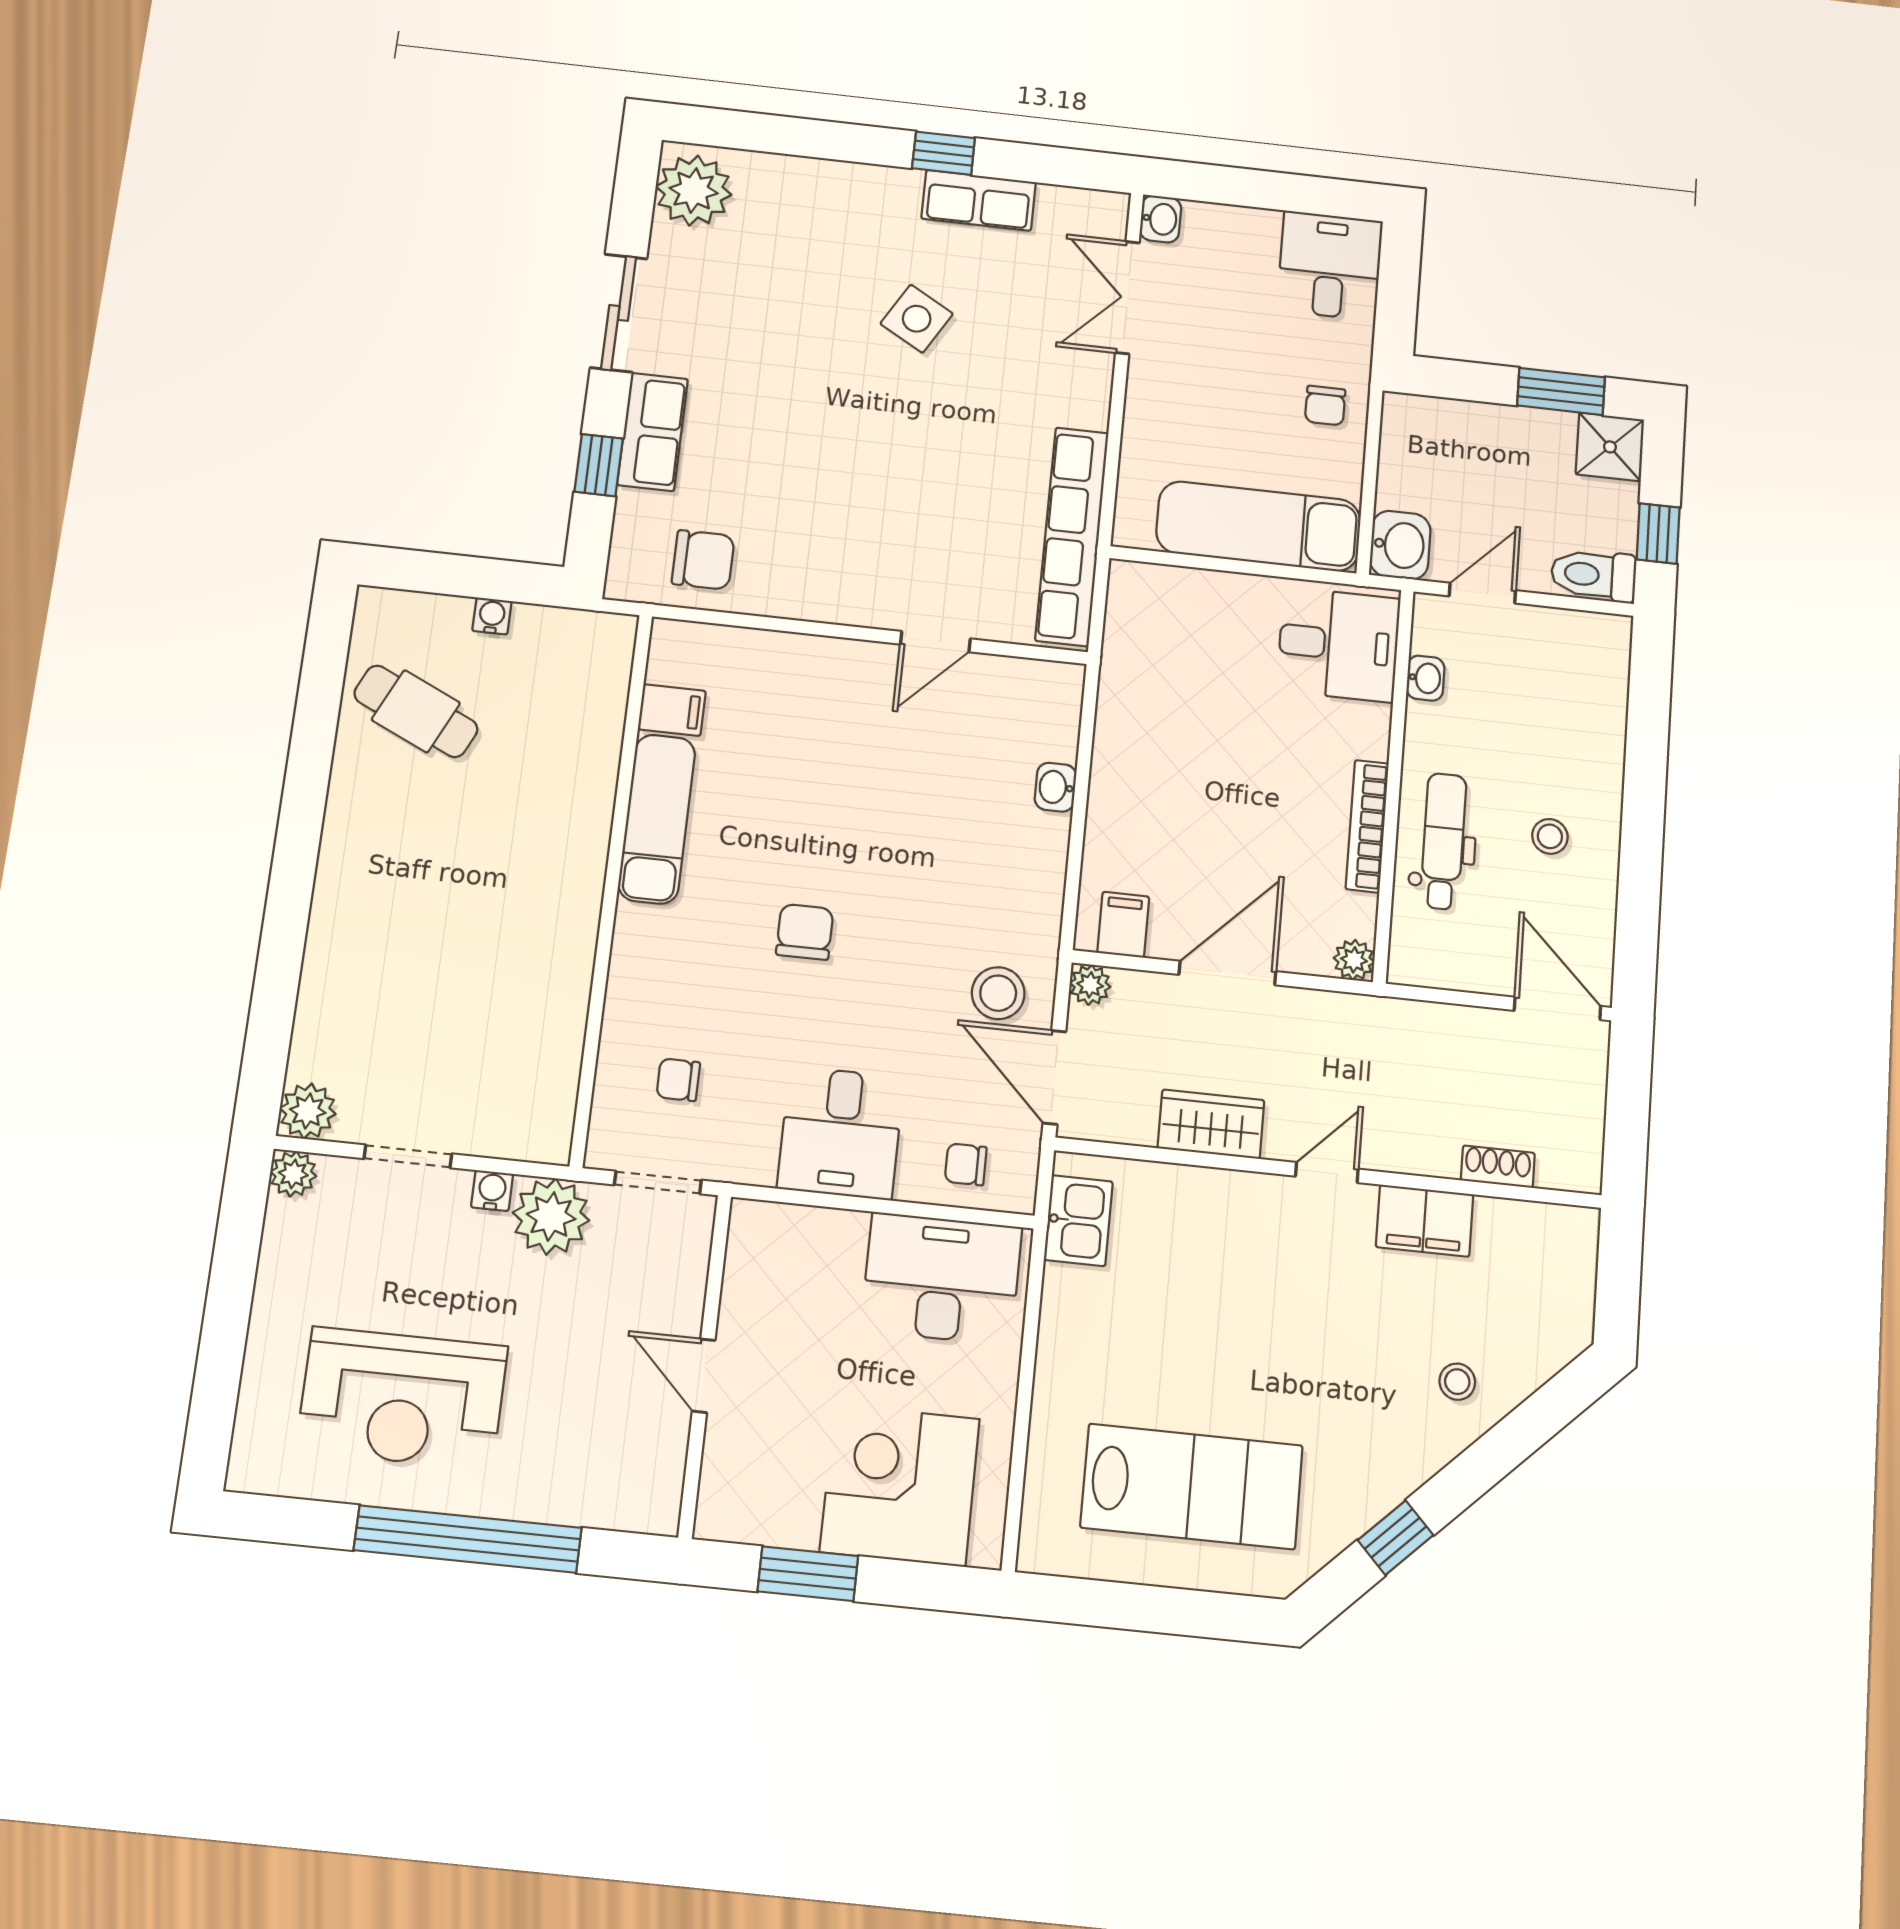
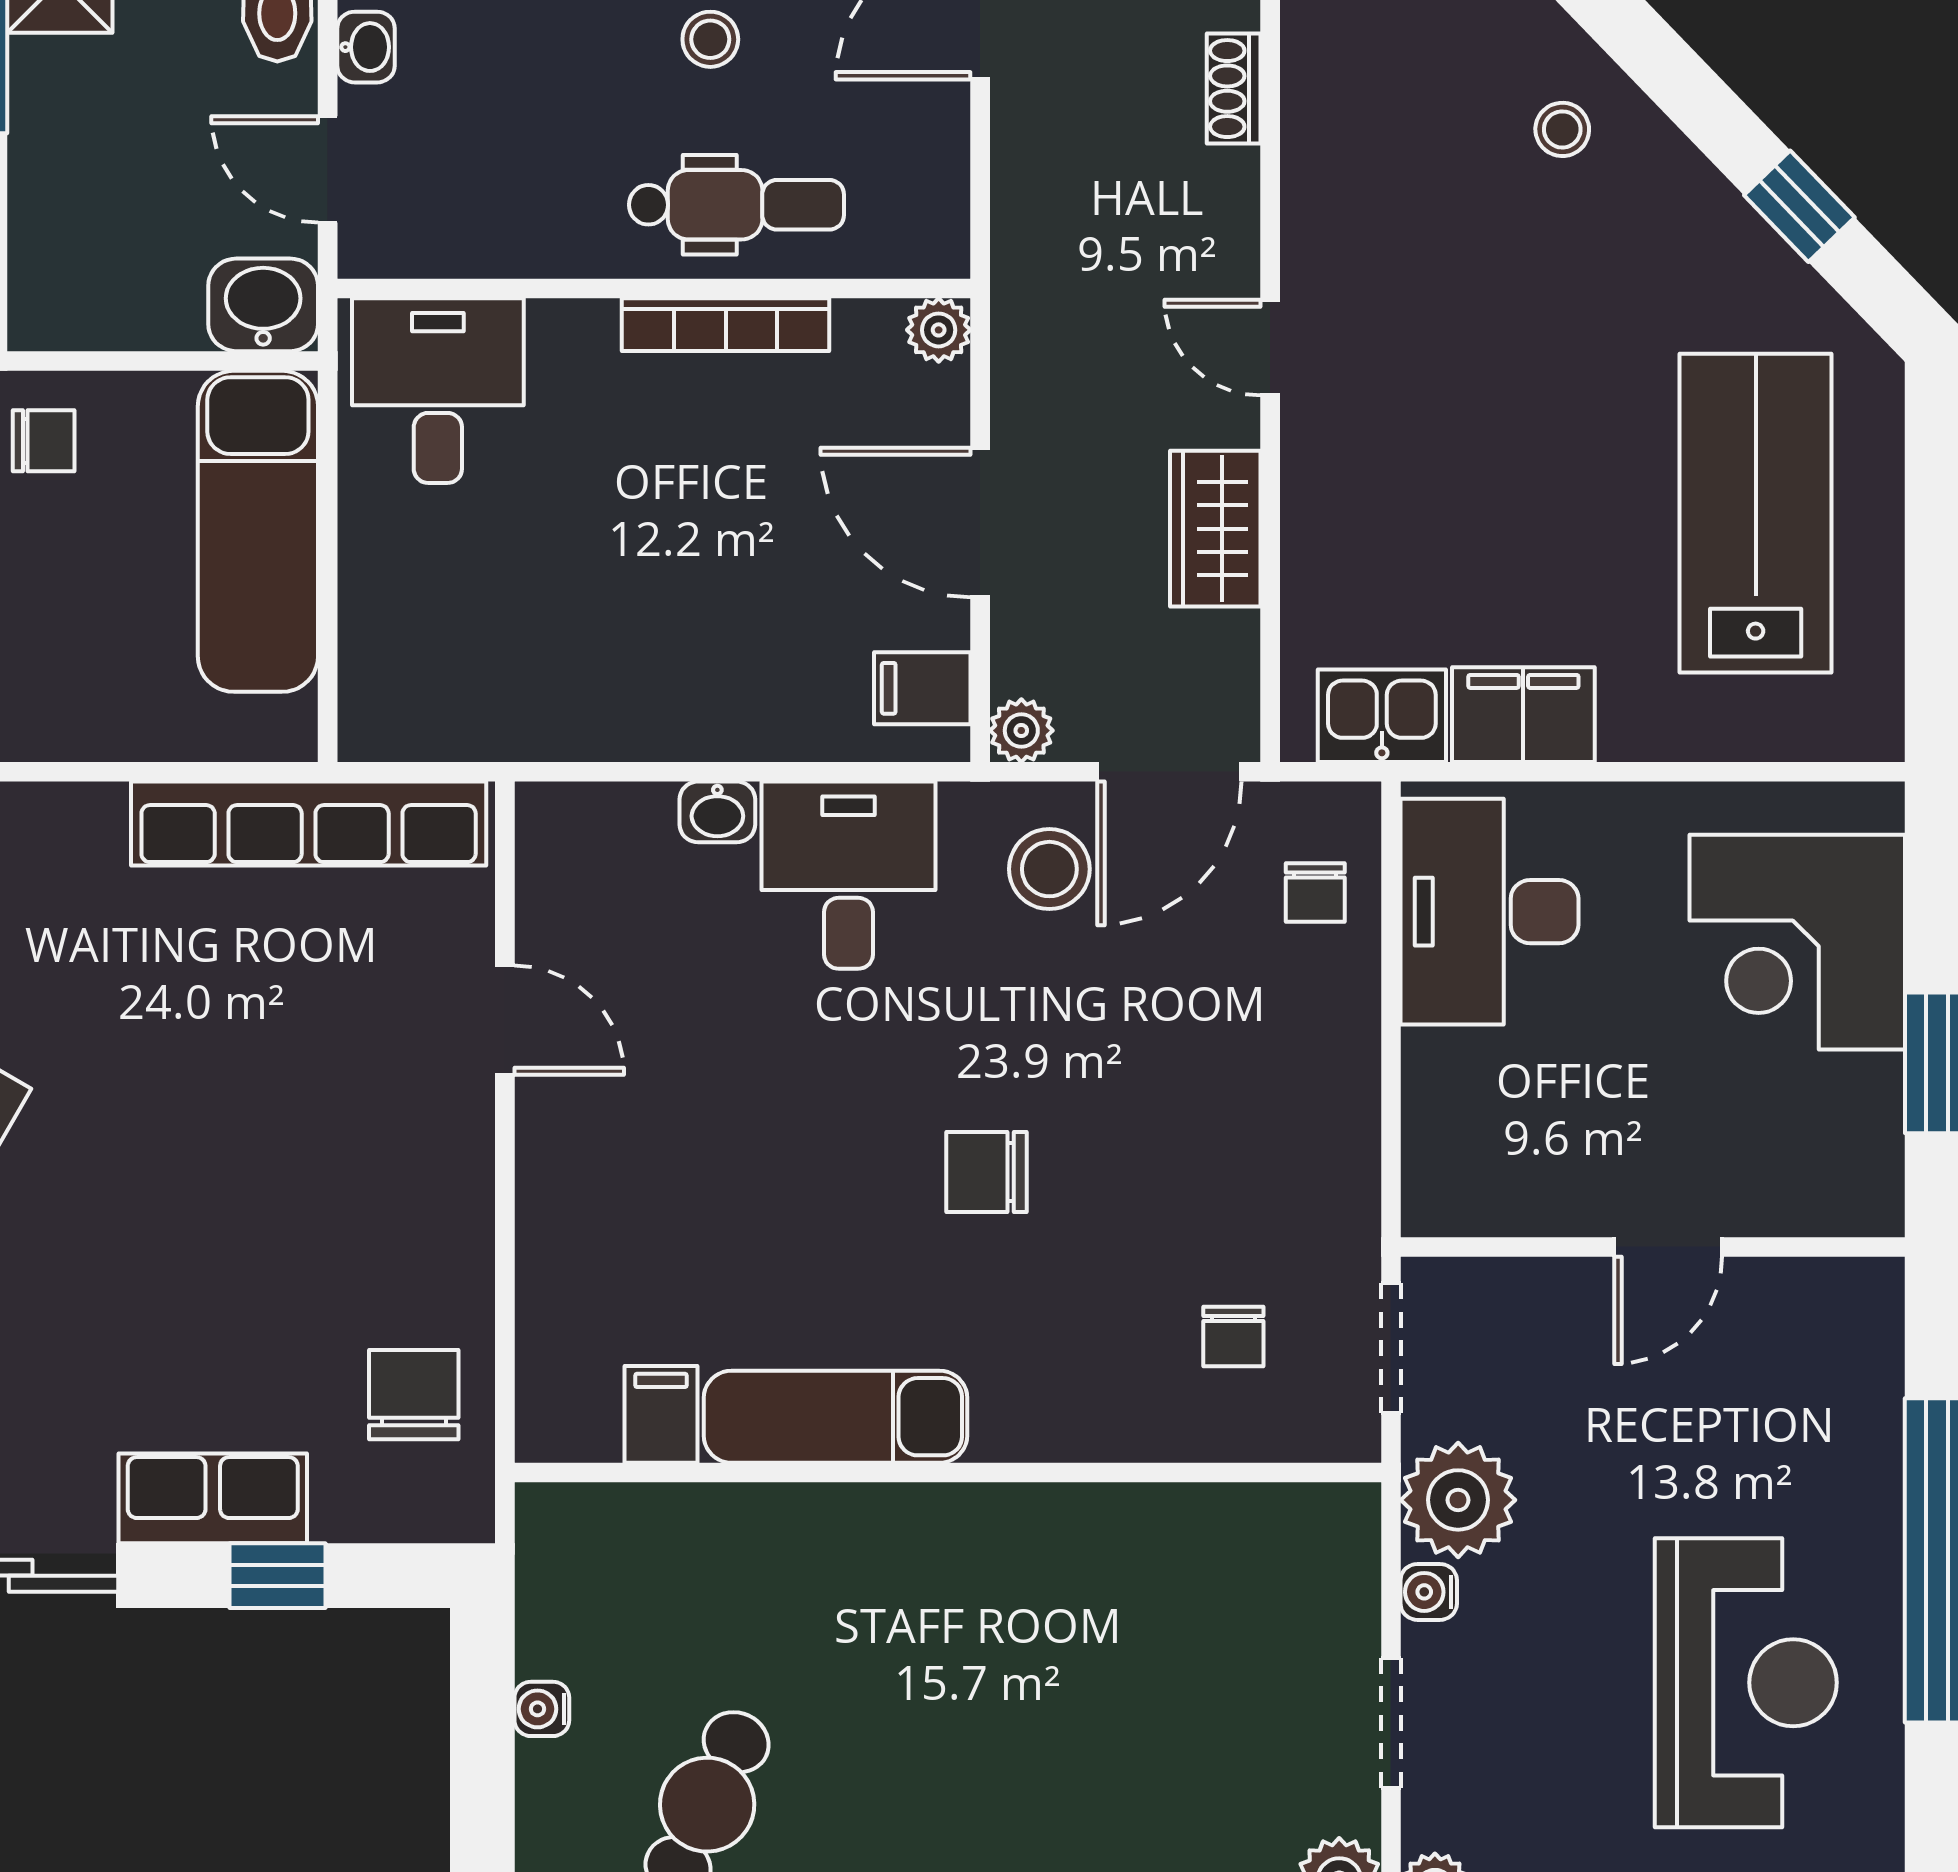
washbasin: (1425, 678) -> (366, 47), moved, turned 90
dental chair: (1443, 841) -> (737, 205), turned 180
desk: (841, 1133) -> (848, 875), moved, turned -90
filing cabinet: (1425, 1221) -> (1523, 715), moved, turned -90

